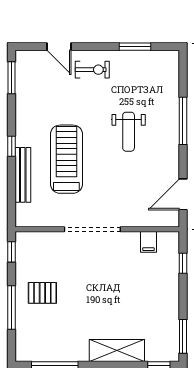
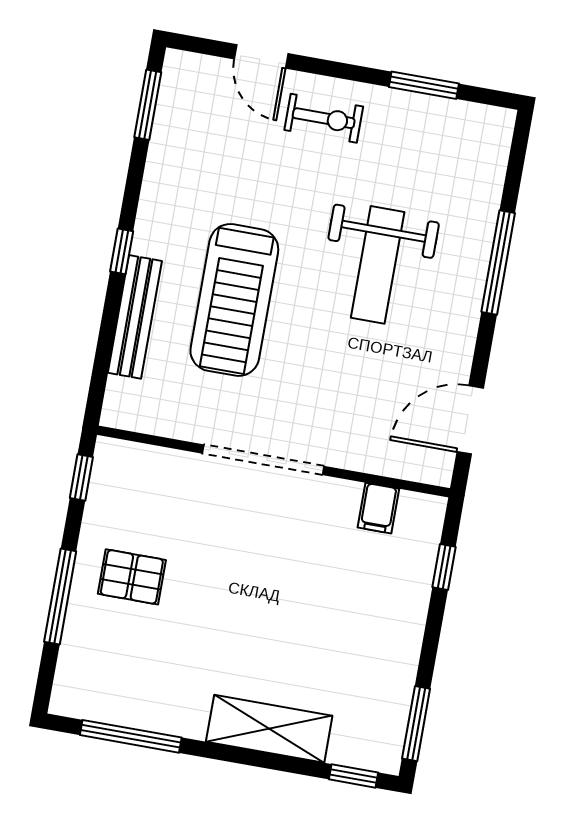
weight bench: (129, 132) -> (378, 265), width x1.36, depth x1.33
treadmill: (66, 159) -> (234, 300), turned 180

